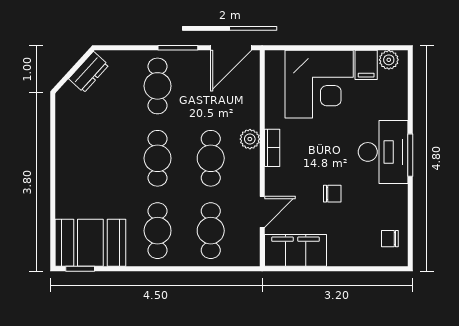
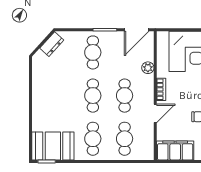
plant: (250, 139) -> (148, 68), moved
door: (262, 212) -> (155, 113), moved

